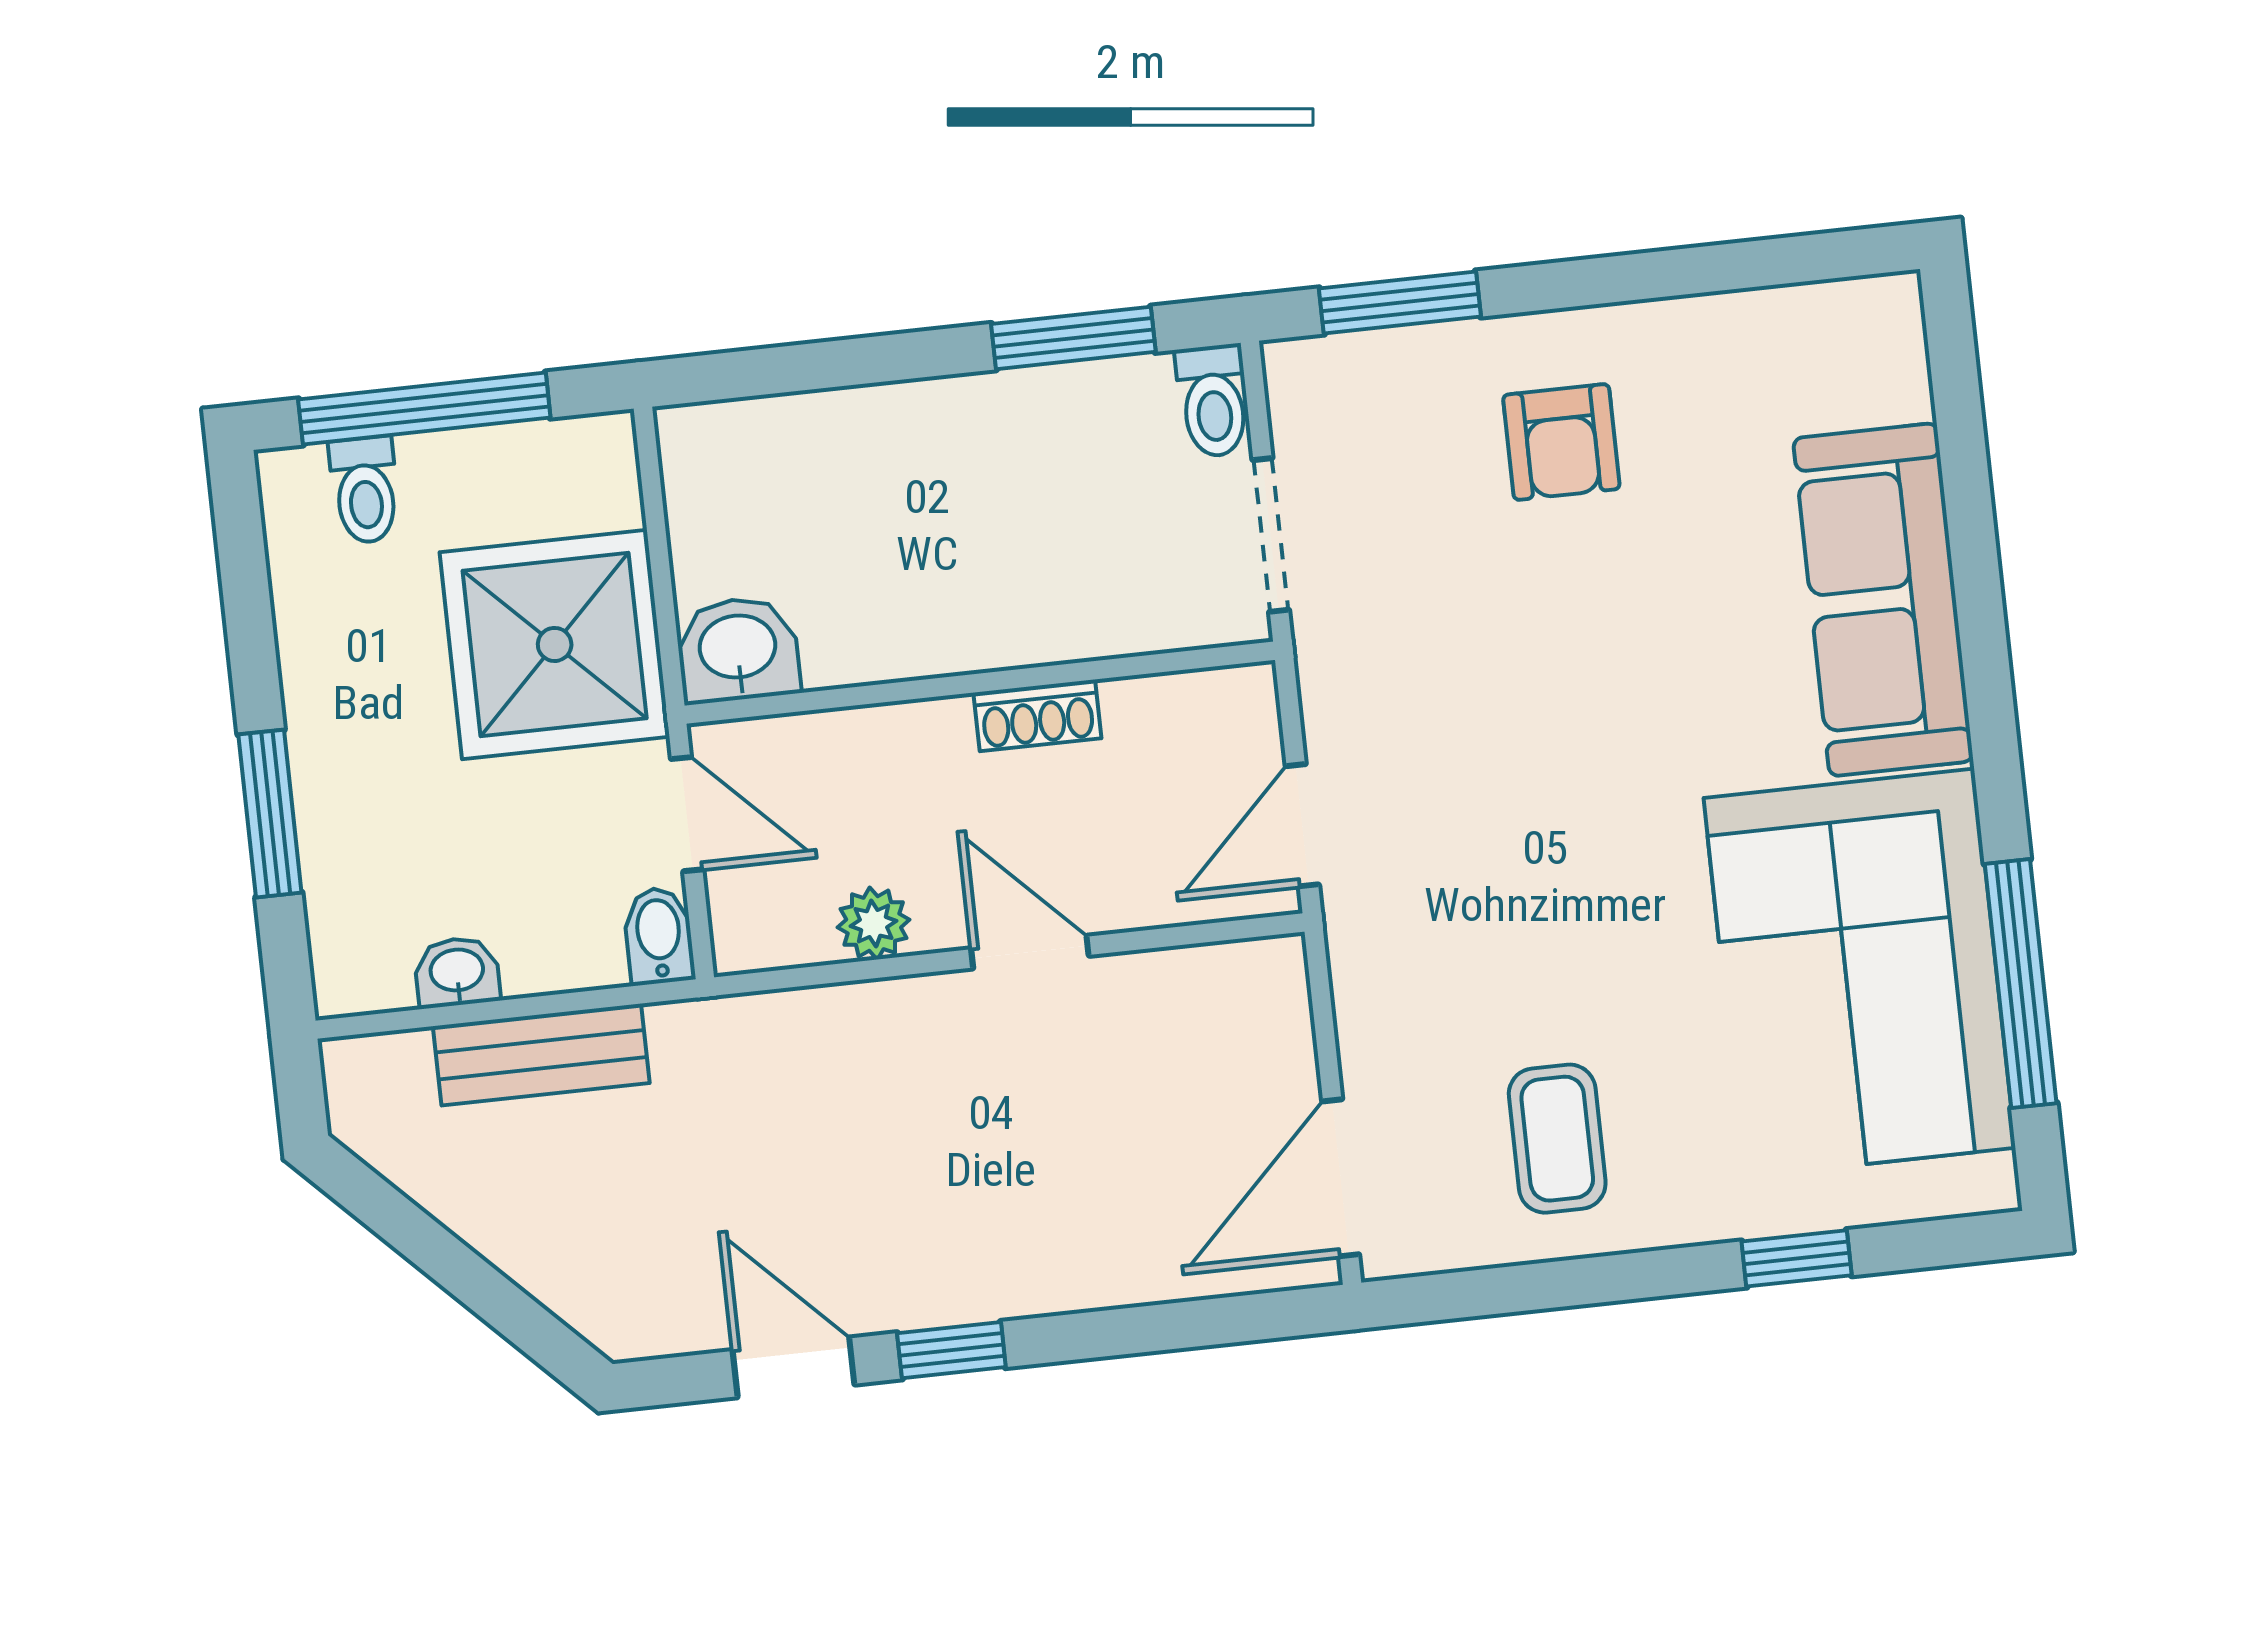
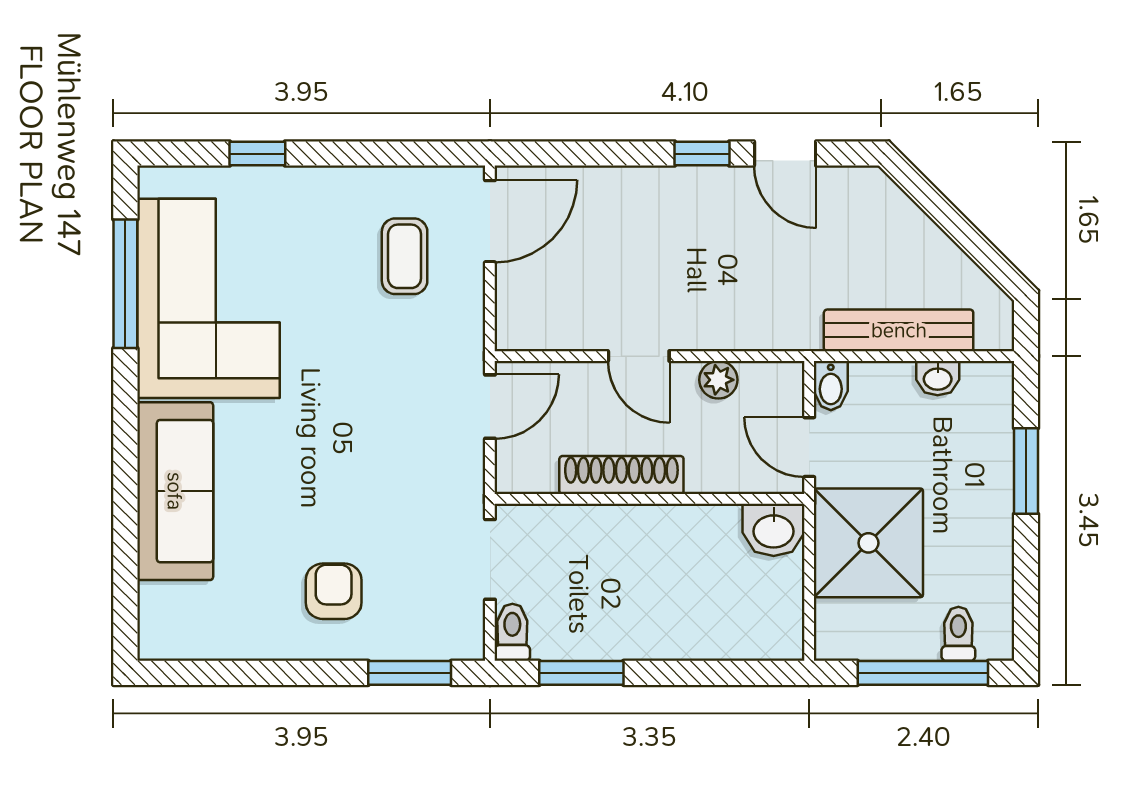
shoe rack: (1037, 715) -> (621, 475), width x1.94, depth x1.24
bench: (541, 1055) -> (899, 330), width x1.36
coffee table: (1557, 1139) -> (405, 256), moved

